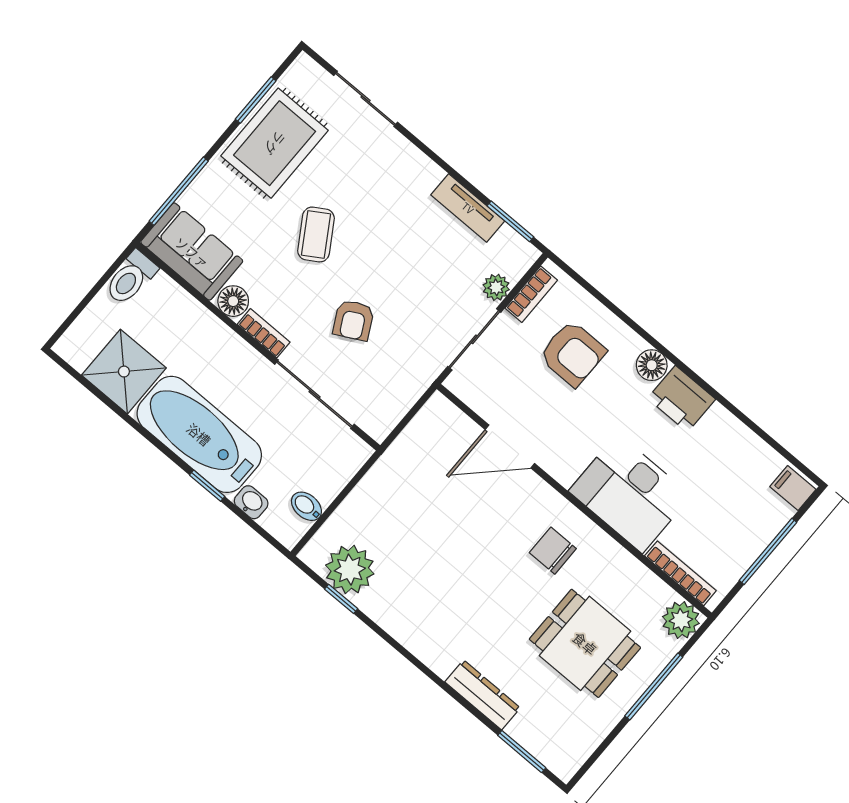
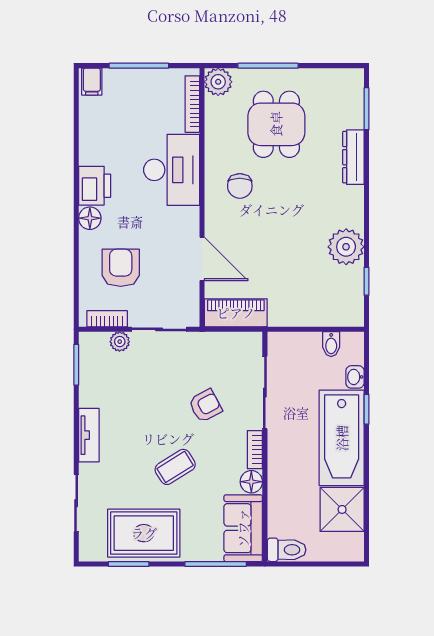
tv unit: (468, 208) -> (89, 435), moved
piano: (424, 434) -> (236, 313), added
plant: (350, 570) -> (346, 247), moved

